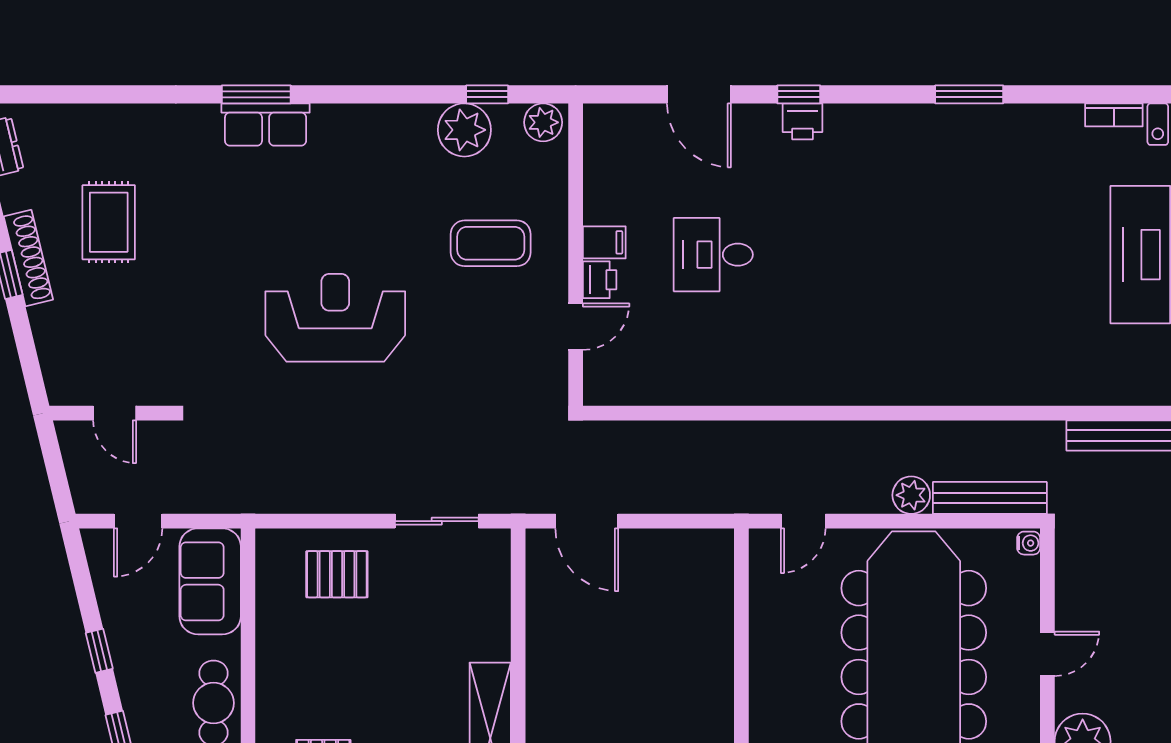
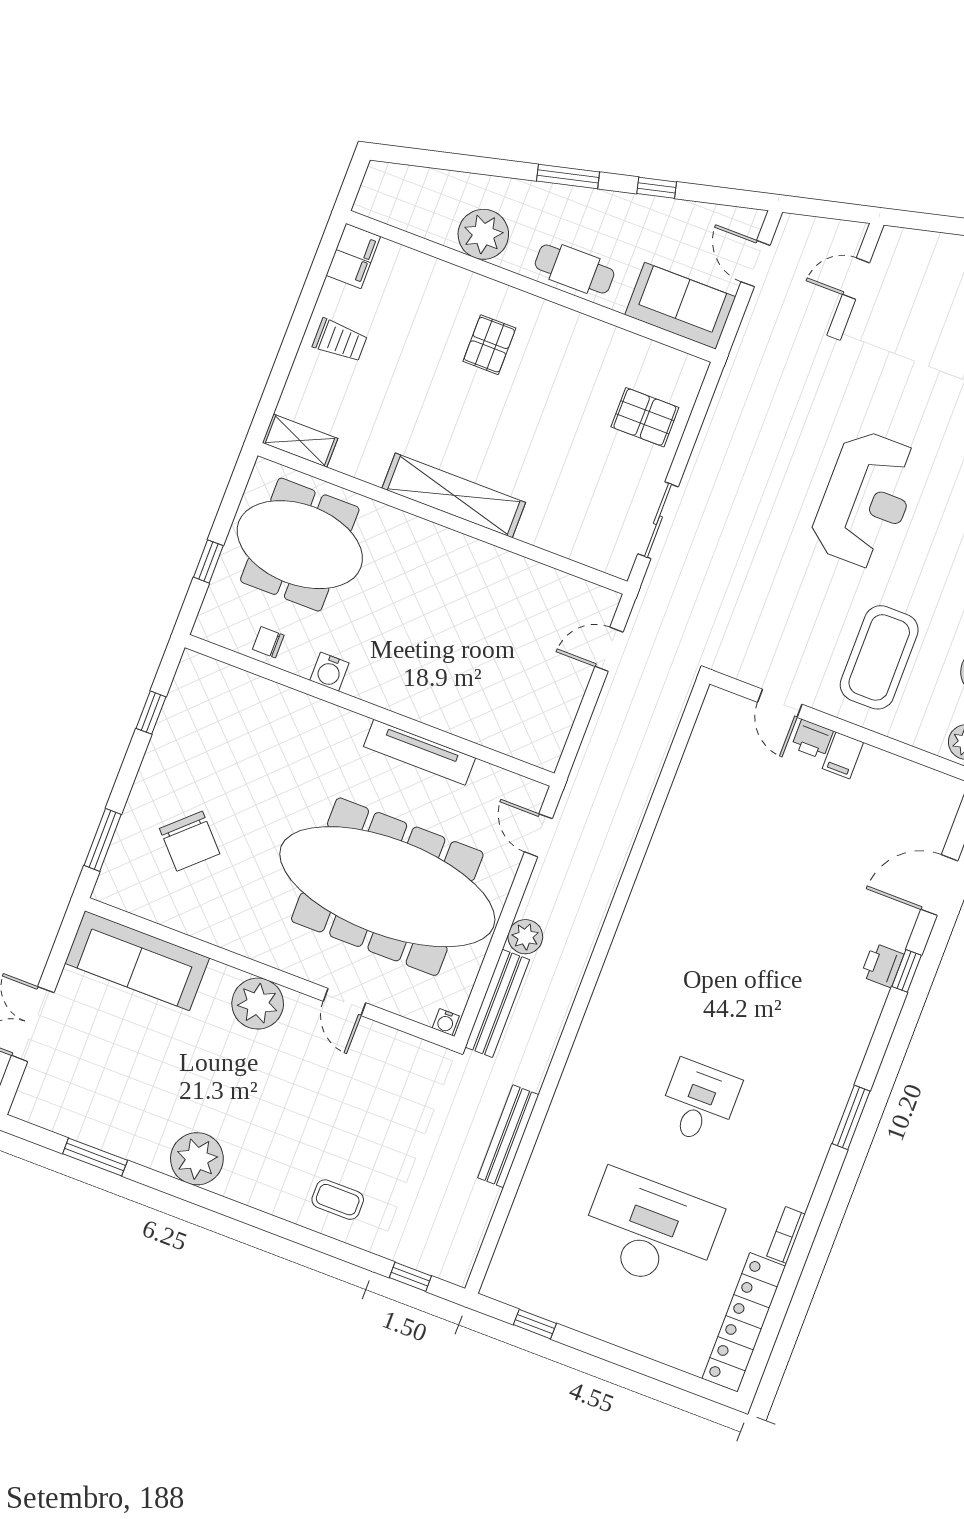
coffee table: (491, 243) -> (879, 657), width x1.36, depth x1.32
desk: (713, 255) -> (699, 1102), moved
door: (587, 521) -> (609, 649), width x0.73
pallet: (337, 574) -> (645, 417), turned 90
tv unit: (765, 674) -> (420, 752), added

